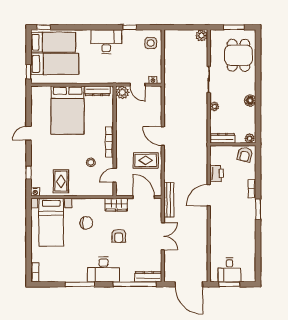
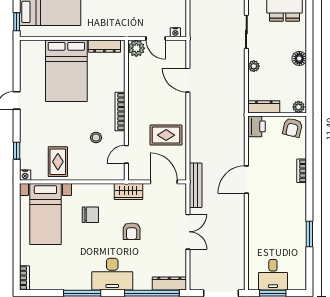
door: (163, 136) -> (188, 80), moved
printer: (217, 173) -> (257, 126), moved
window: (258, 209) -> (309, 234), moved

